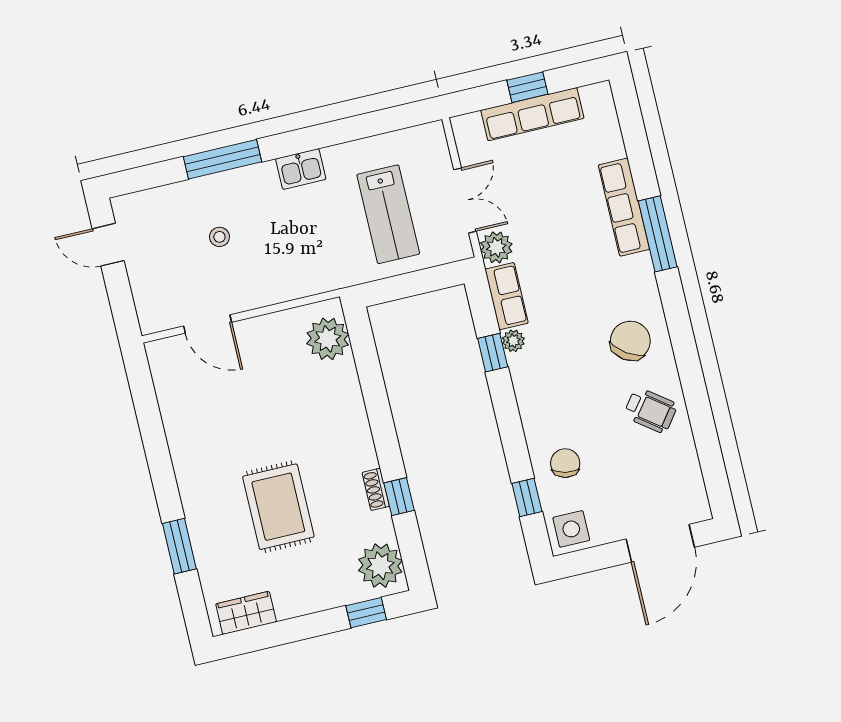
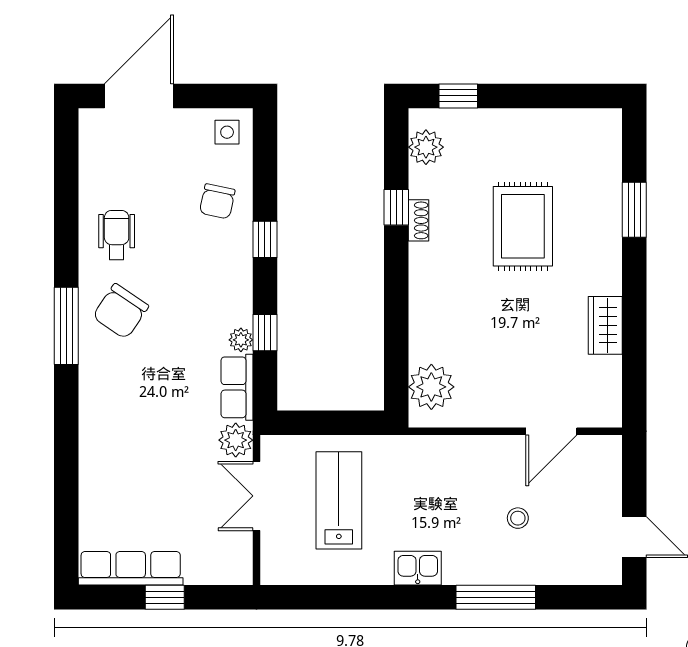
row of seats: (532, 114) -> (131, 568), moved
row of seats: (624, 207) -> (95, 450), removed
window: (658, 234) -> (66, 326), moved
door: (208, 324) -> (551, 431), swing flipped
wheelchair: (651, 410) -> (117, 235), turned 53
window: (527, 498) -> (265, 239), moved
side table: (571, 529) -> (227, 132), width x0.73, depth x0.73
plant: (380, 566) -> (426, 147), width x0.73, depth x0.73
wardrobe: (246, 613) -> (605, 325), moved, turned 90

